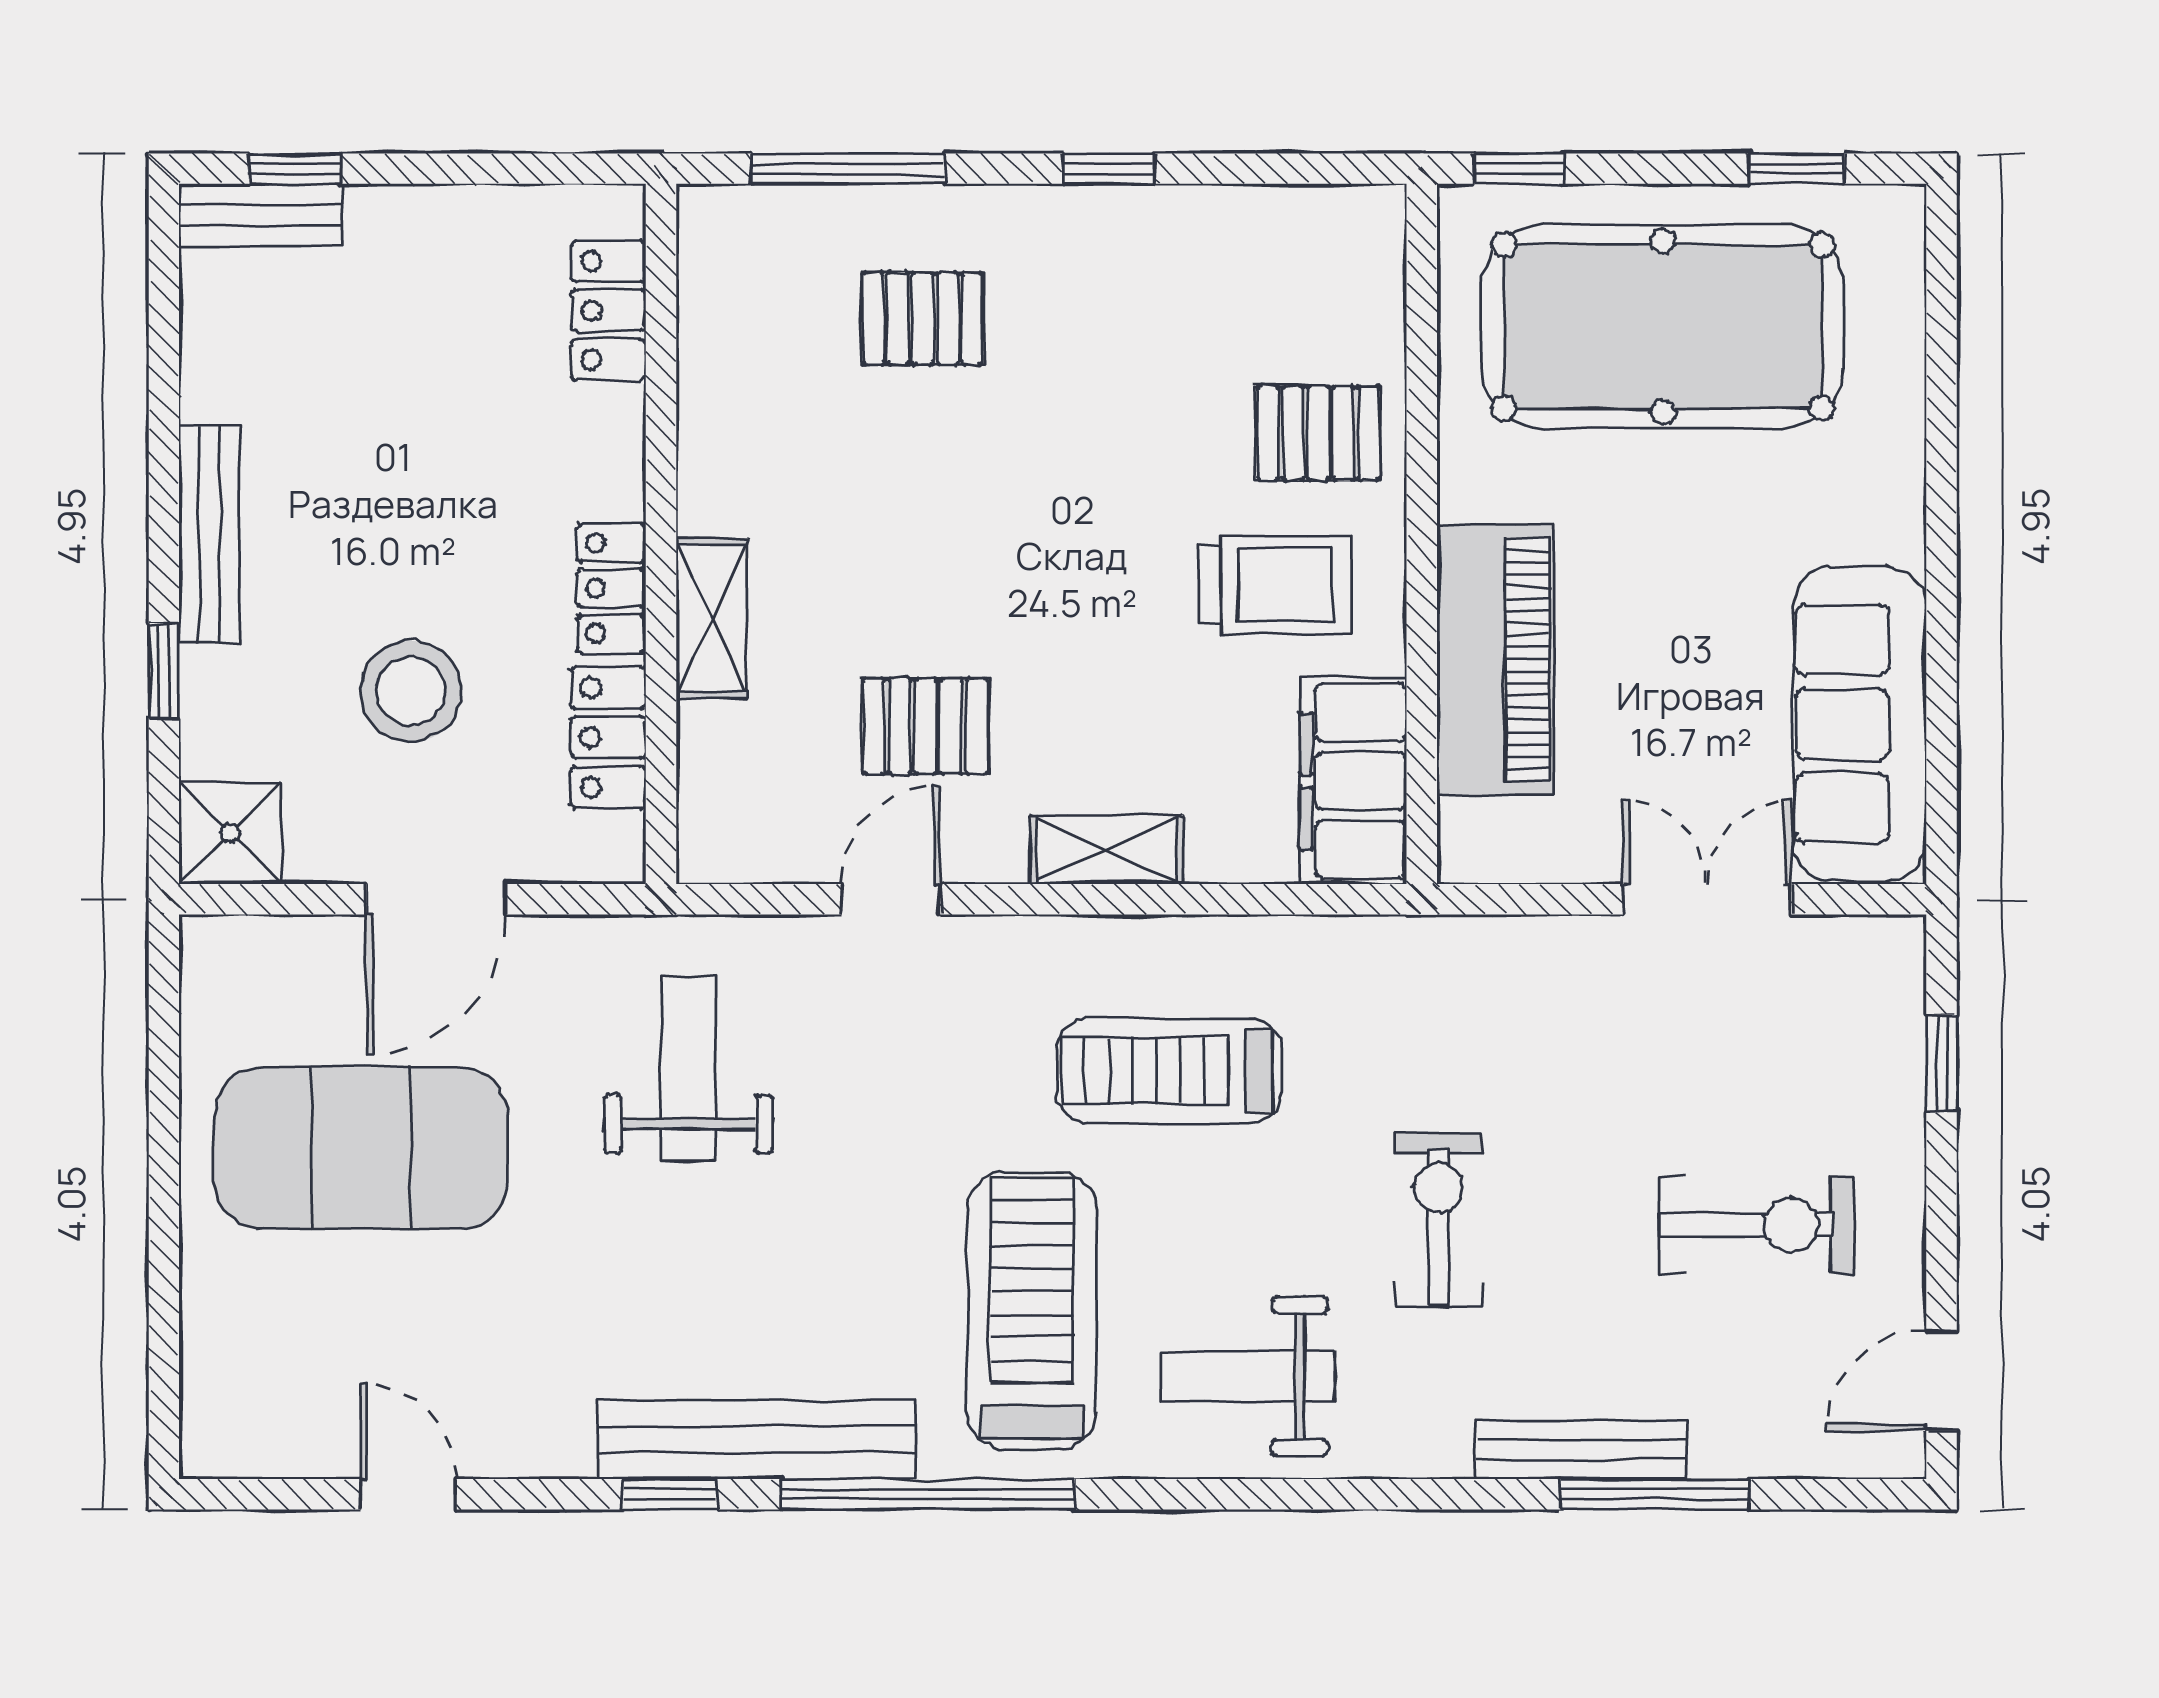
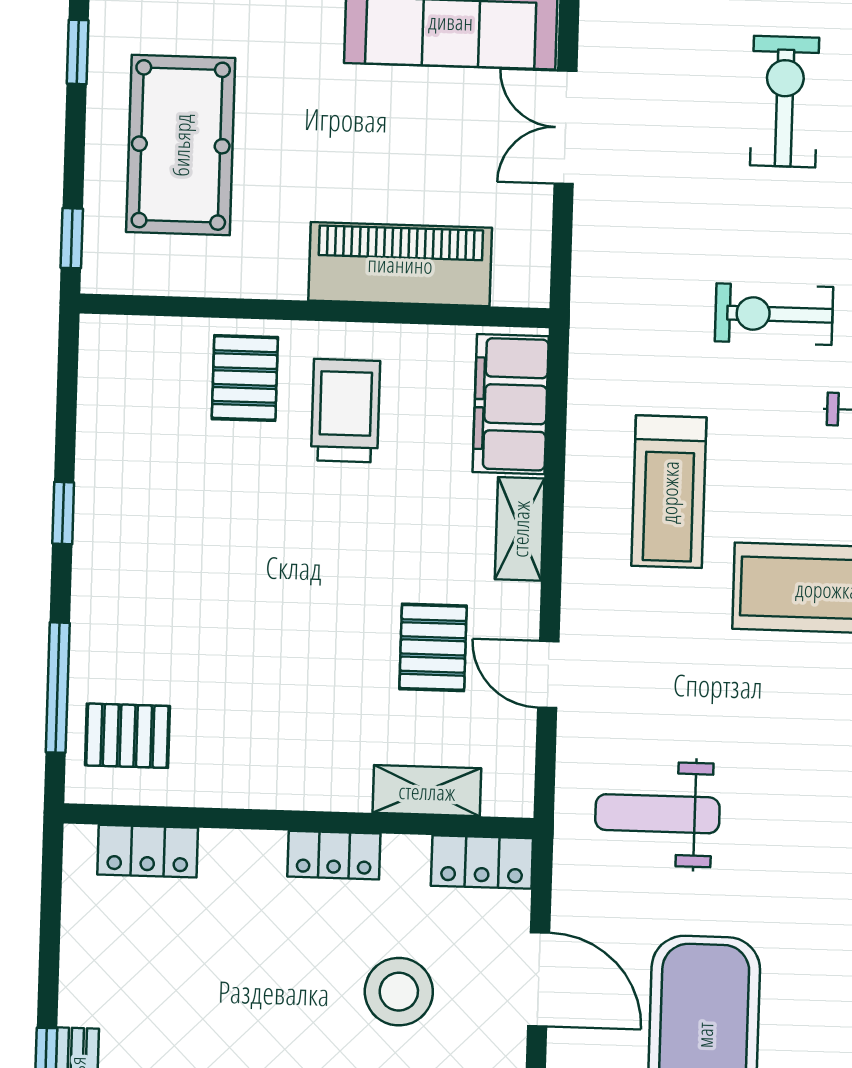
pallet: (923, 318) -> (127, 736), moved, turned 90
pool table: (1663, 327) -> (181, 145), width x0.73, depth x0.76
shelving: (712, 618) -> (427, 791), moved
locker: (608, 737) -> (482, 862), moved
filing cabinet: (1353, 781) -> (511, 404), moved, turned 90

